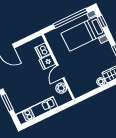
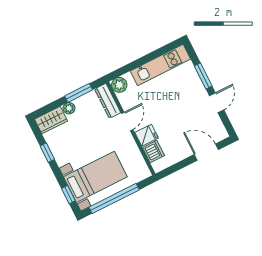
dresser: (74, 86) -> (108, 101), added
plant: (61, 88) -> (119, 85), moved
window: (94, 92) -> (79, 93), added

